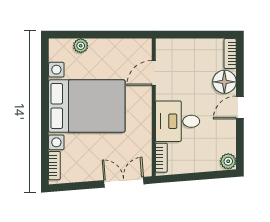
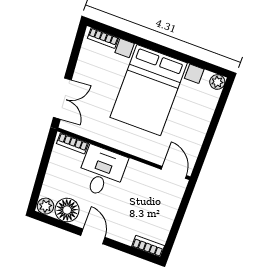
plant: (81, 46) -> (217, 82), moved
door: (154, 73) -> (174, 172), moved
floor lamp: (224, 82) -> (67, 210), moved

